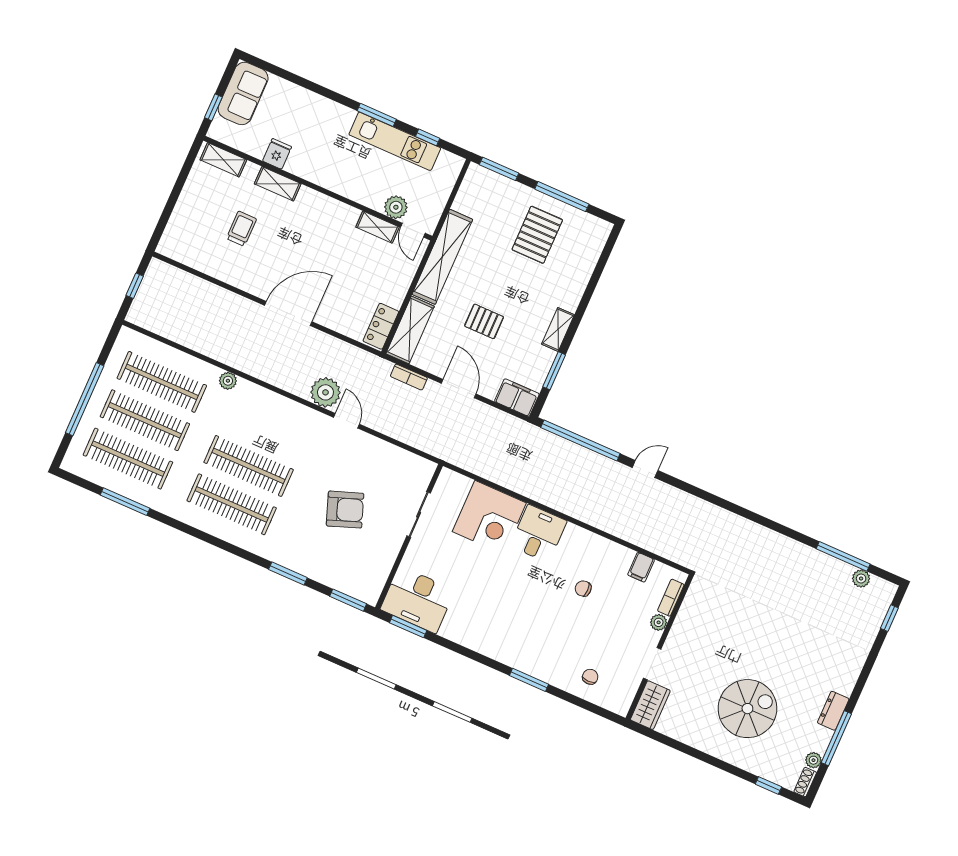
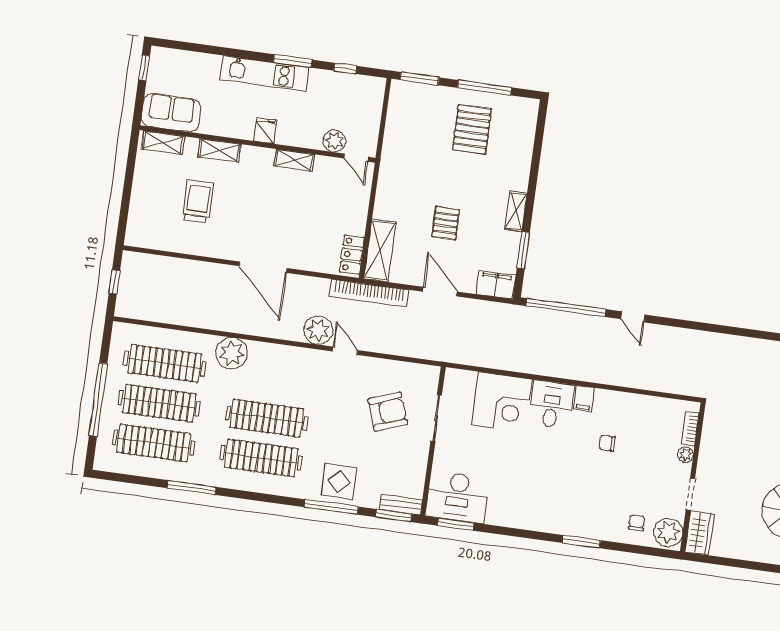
sofa: (243, 93) -> (171, 113), moved, turned -90
window: (213, 107) -> (144, 68), moved
kitchen unit: (395, 141) -> (265, 73), moved
fridge: (277, 154) -> (265, 131), moved
shelving: (377, 227) -> (294, 160), moved
trolley: (241, 229) -> (198, 201), width x1.36, depth x1.39
shelving: (442, 257) -> (390, 175), removed
door: (288, 313) -> (263, 267), swing flipped
pallet: (484, 321) -> (446, 223), turned 90
bookcase: (409, 377) -> (369, 293), width x2.31, depth x1.31
plant: (228, 381) -> (232, 353), width x1.87, depth x1.87
door: (645, 469) -> (633, 317), swing flipped
window: (125, 502) -> (191, 488), moved
armchair: (345, 510) -> (388, 412), moved
display table: (303, 550) -> (339, 481), added
filing cabinet: (641, 567) -> (584, 399), moved
window: (288, 574) -> (331, 507), width x1.44
bench: (359, 591) -> (401, 505), added
plant: (619, 695) -> (668, 532), added

